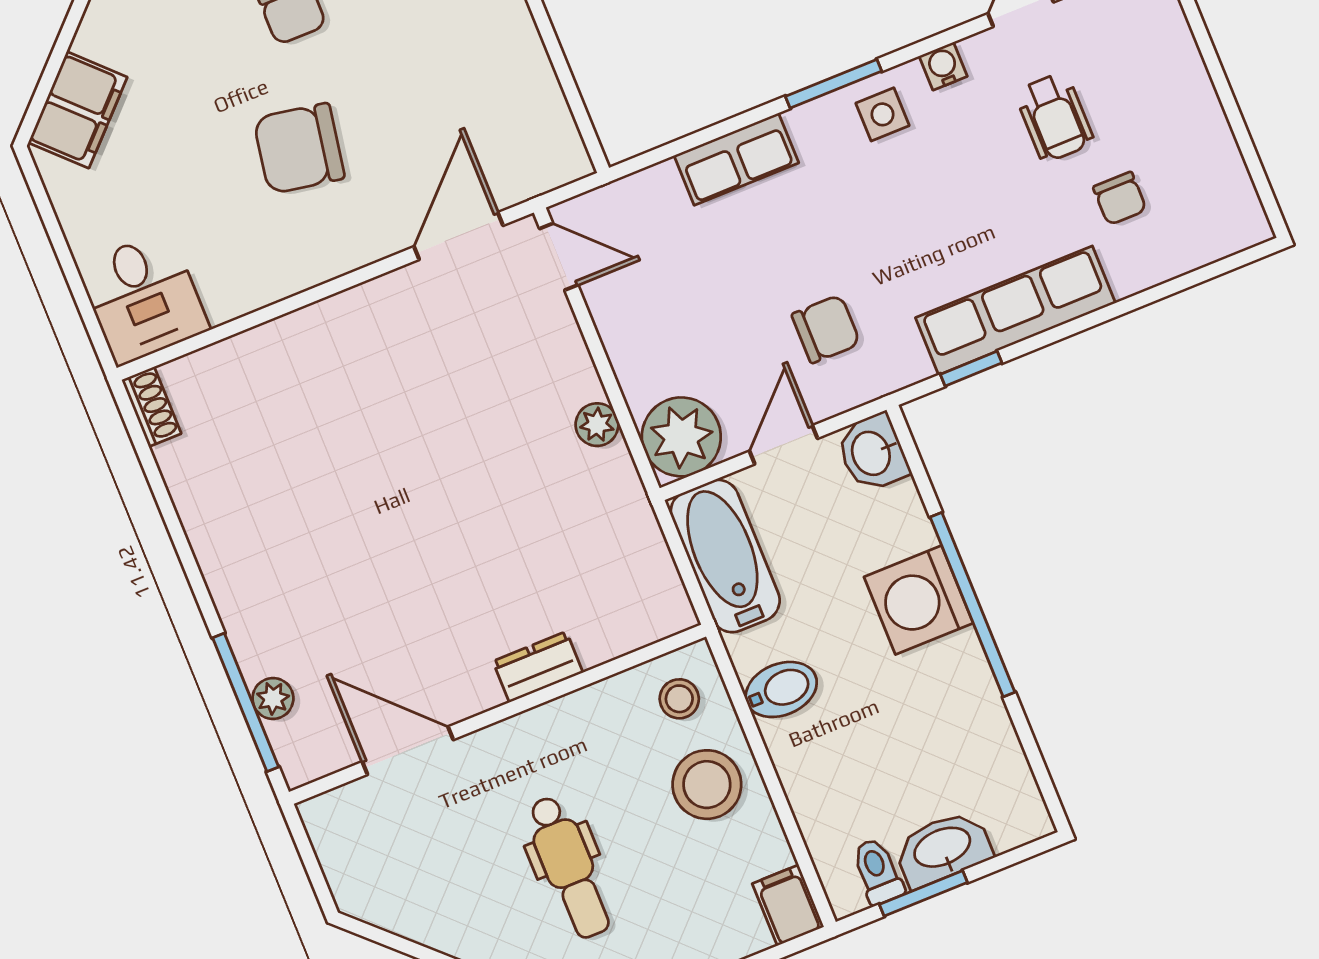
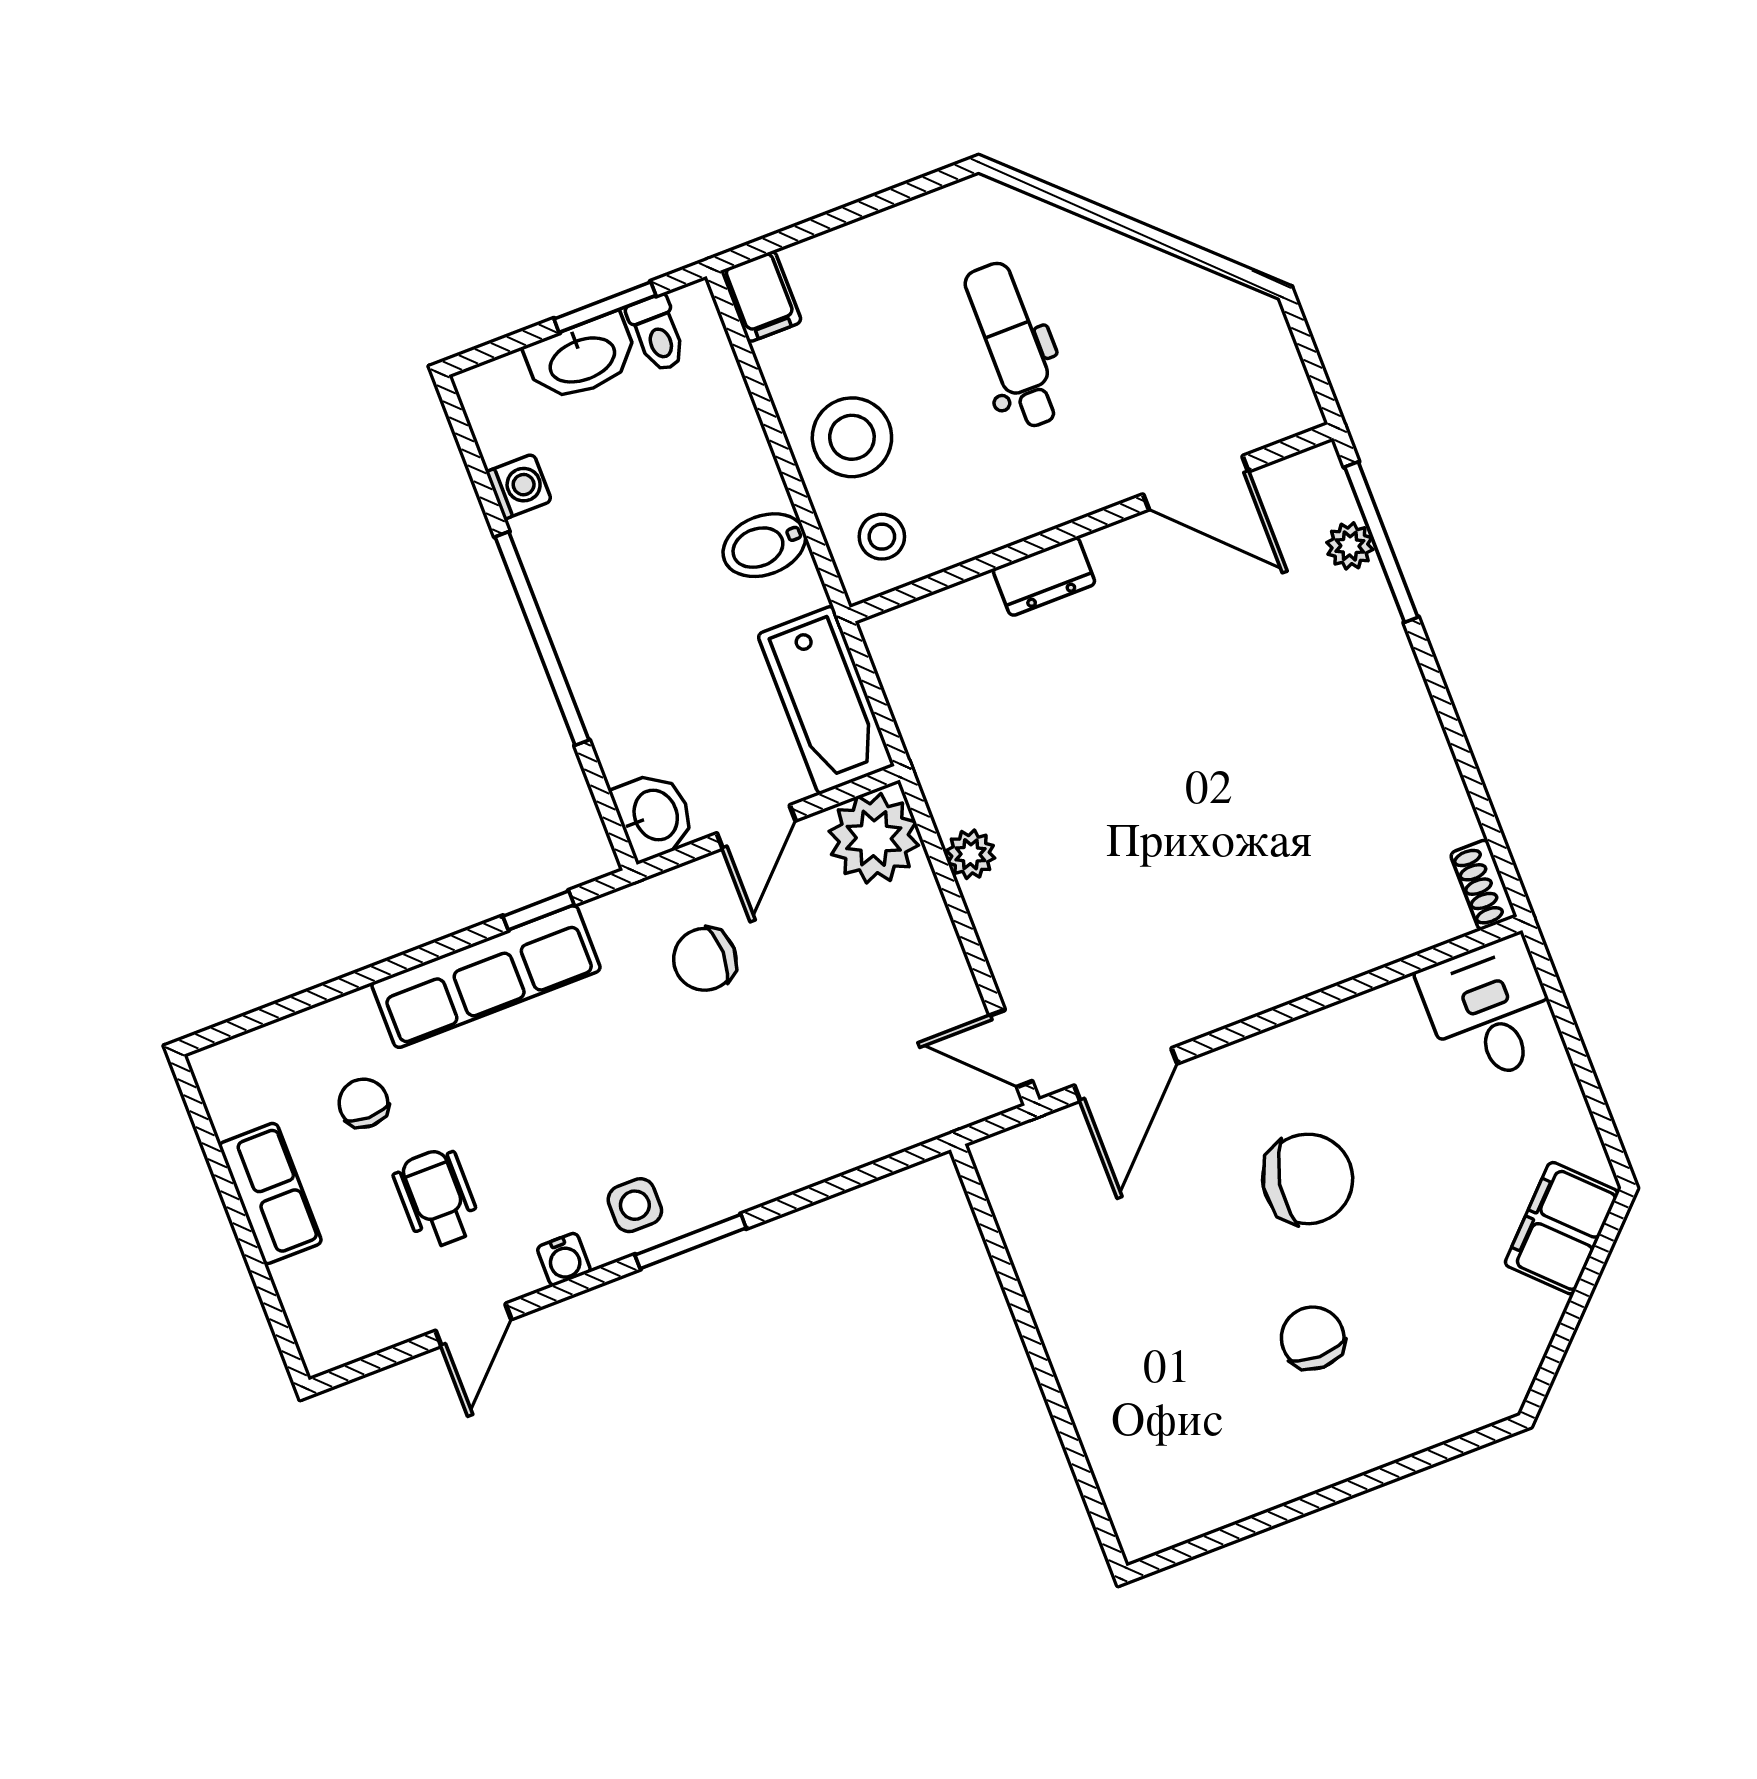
row of seats: (736, 159) -> (270, 1193), moved, turned 90
washing machine: (919, 600) -> (519, 486), moved, width x0.53, depth x0.53

